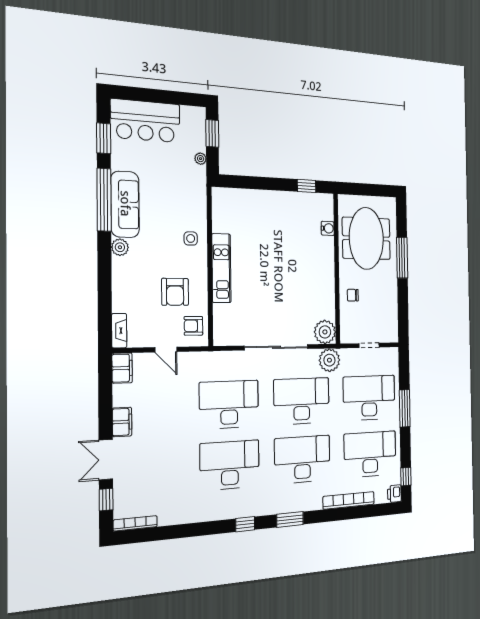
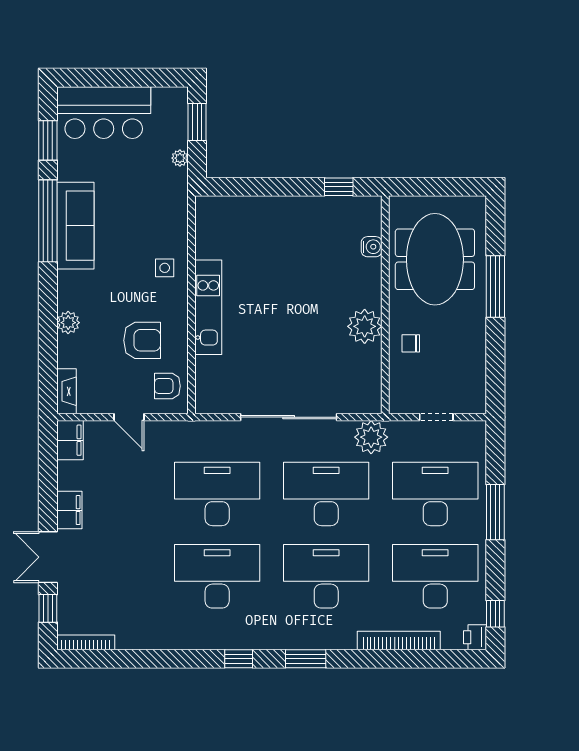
plant: (120, 247) -> (68, 323), moved
armchair: (175, 292) -> (142, 340), turned -90
plant: (325, 332) -> (365, 326), moved

